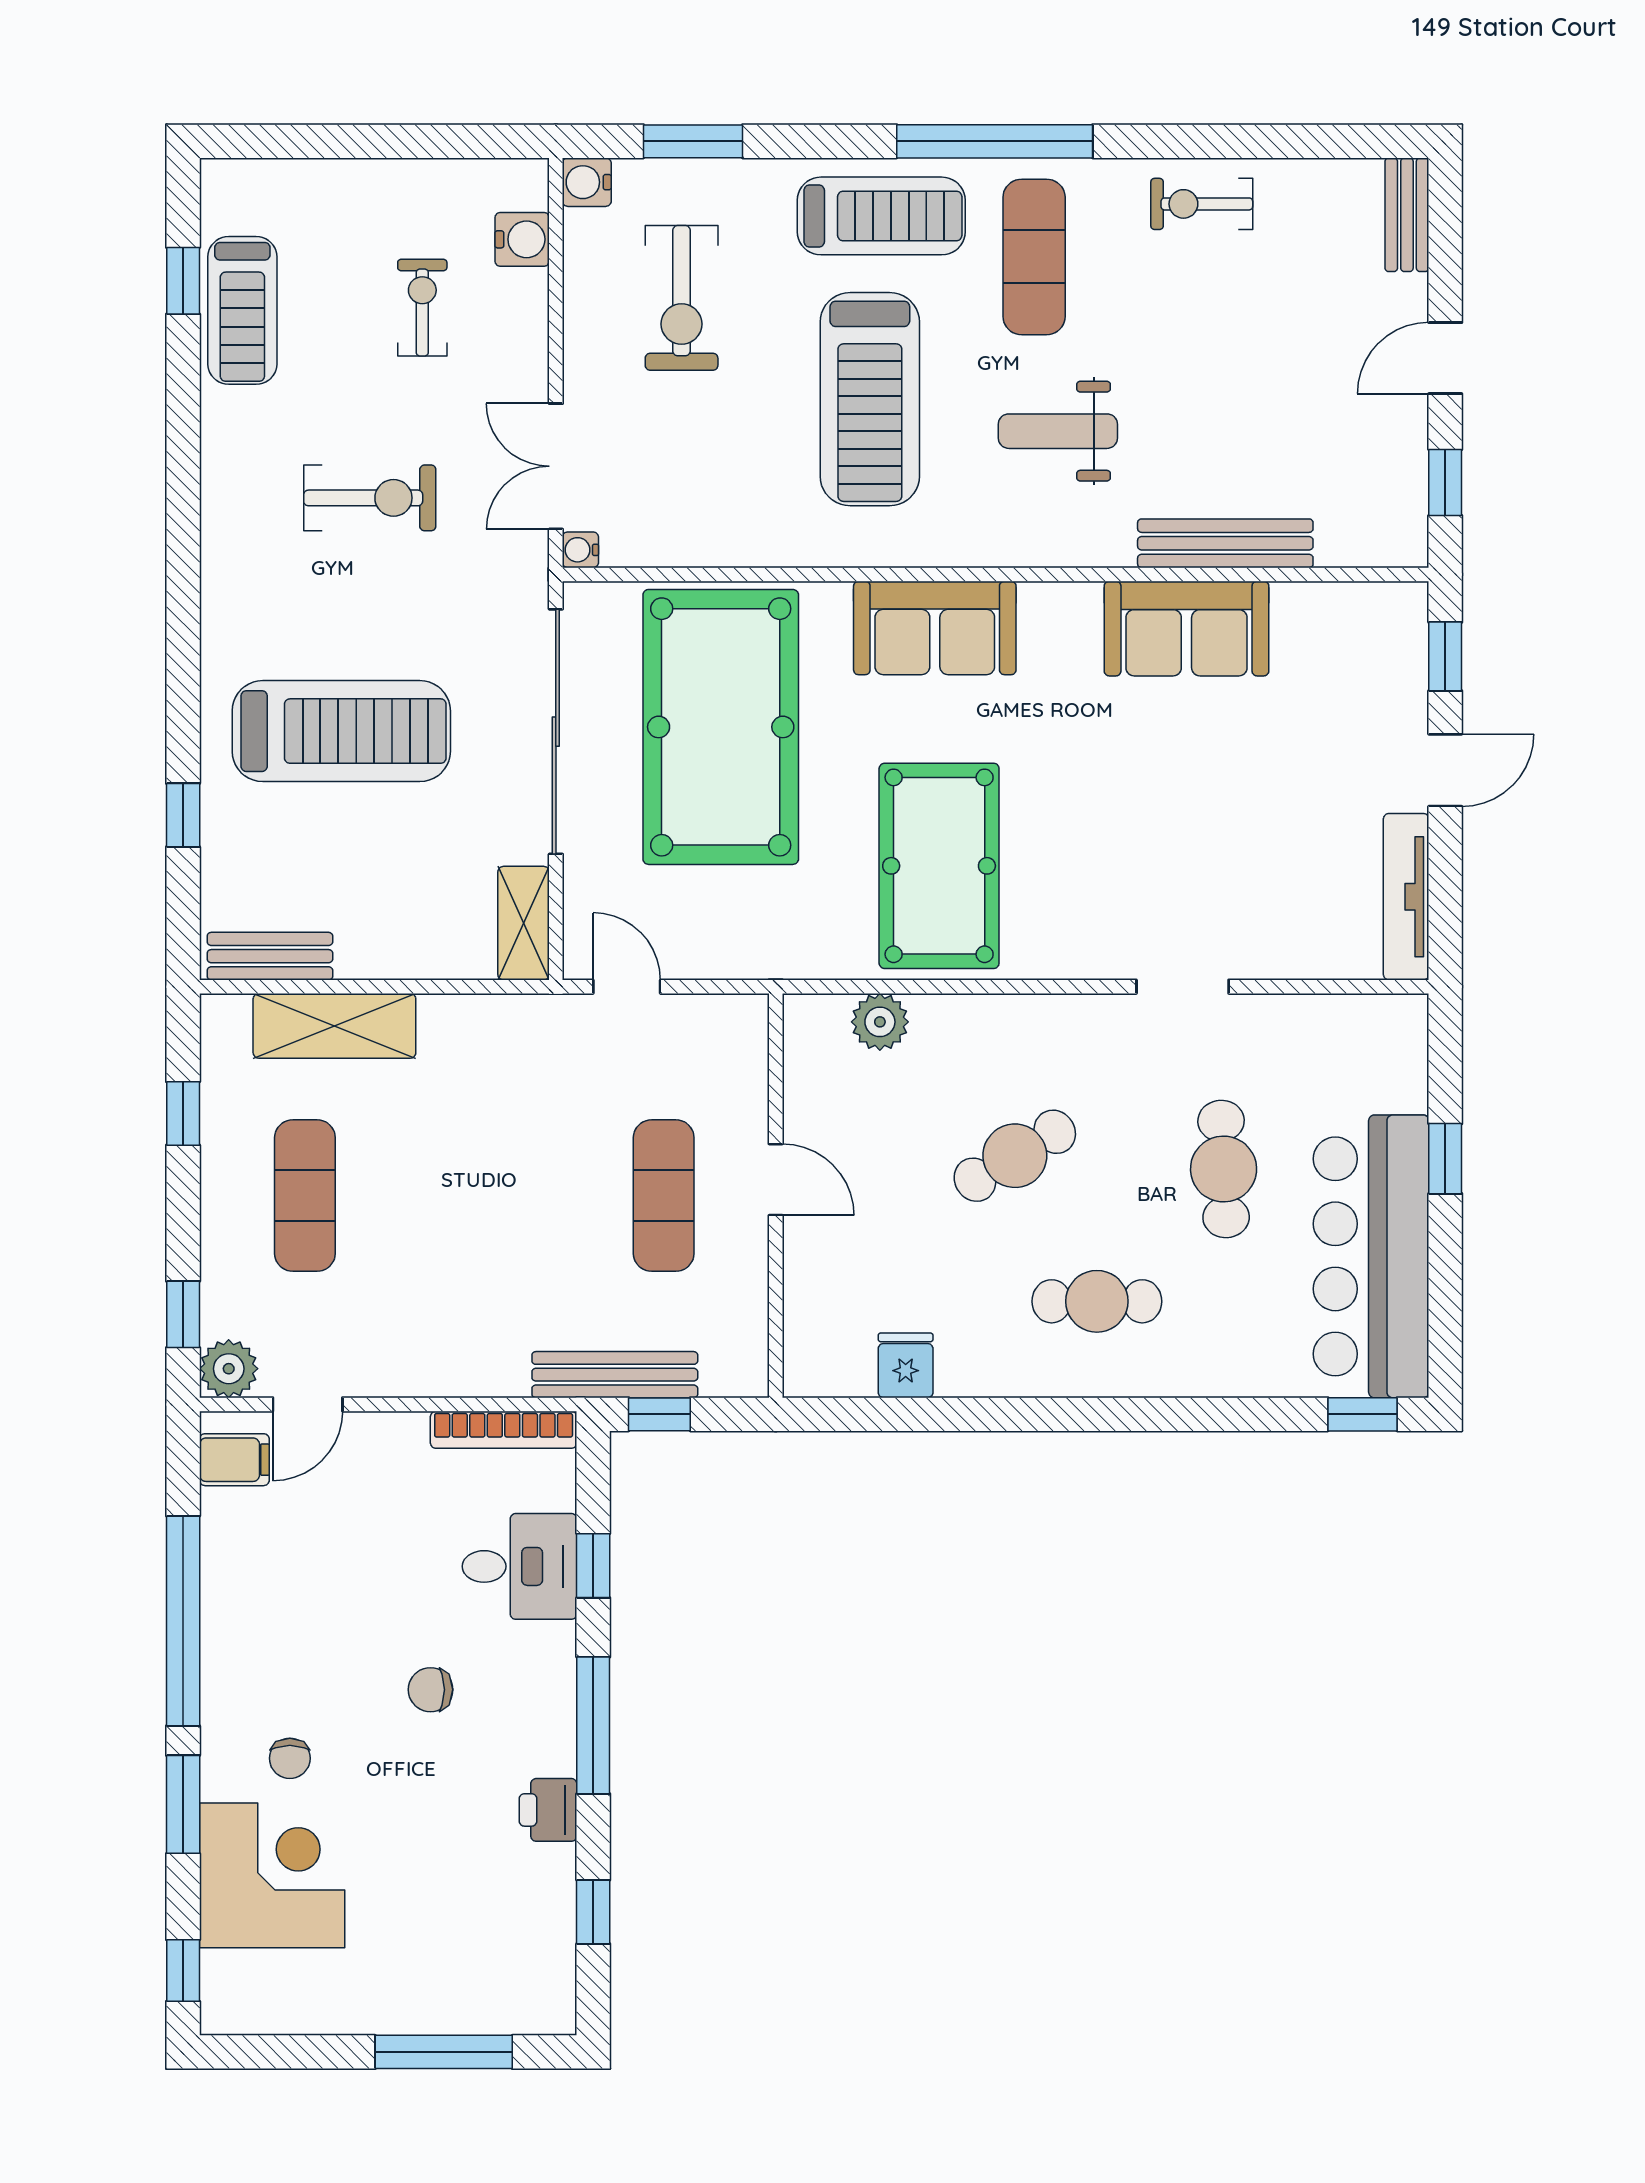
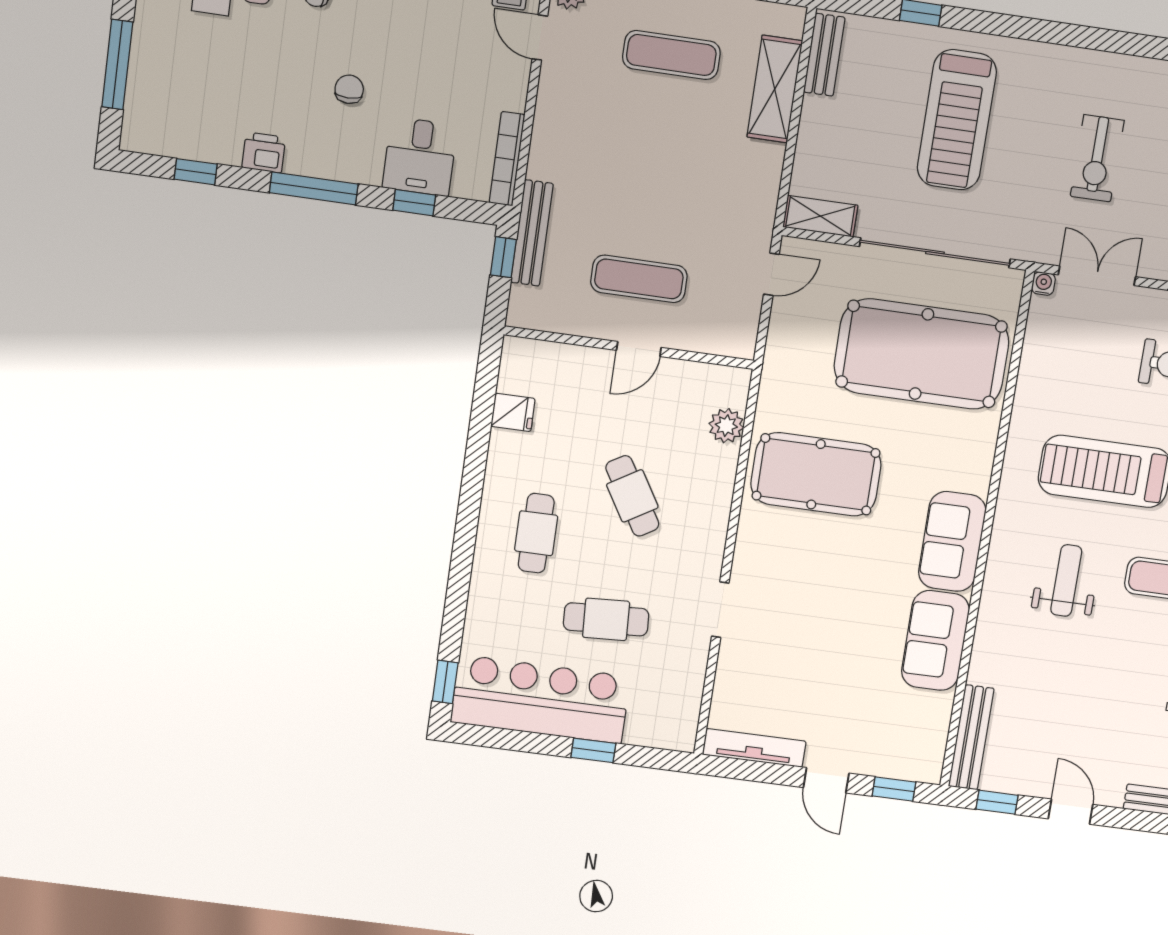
bench: (1225, 543) -> (971, 737), moved
sofa: (935, 628) -> (952, 541), moved

